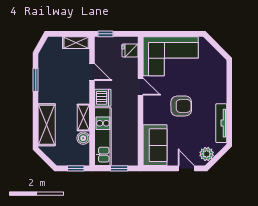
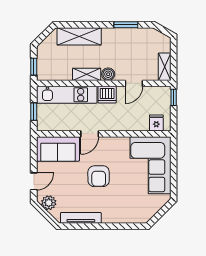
door: (140, 87) -> (90, 134), moved
boiler: (83, 138) -> (108, 74), moved

